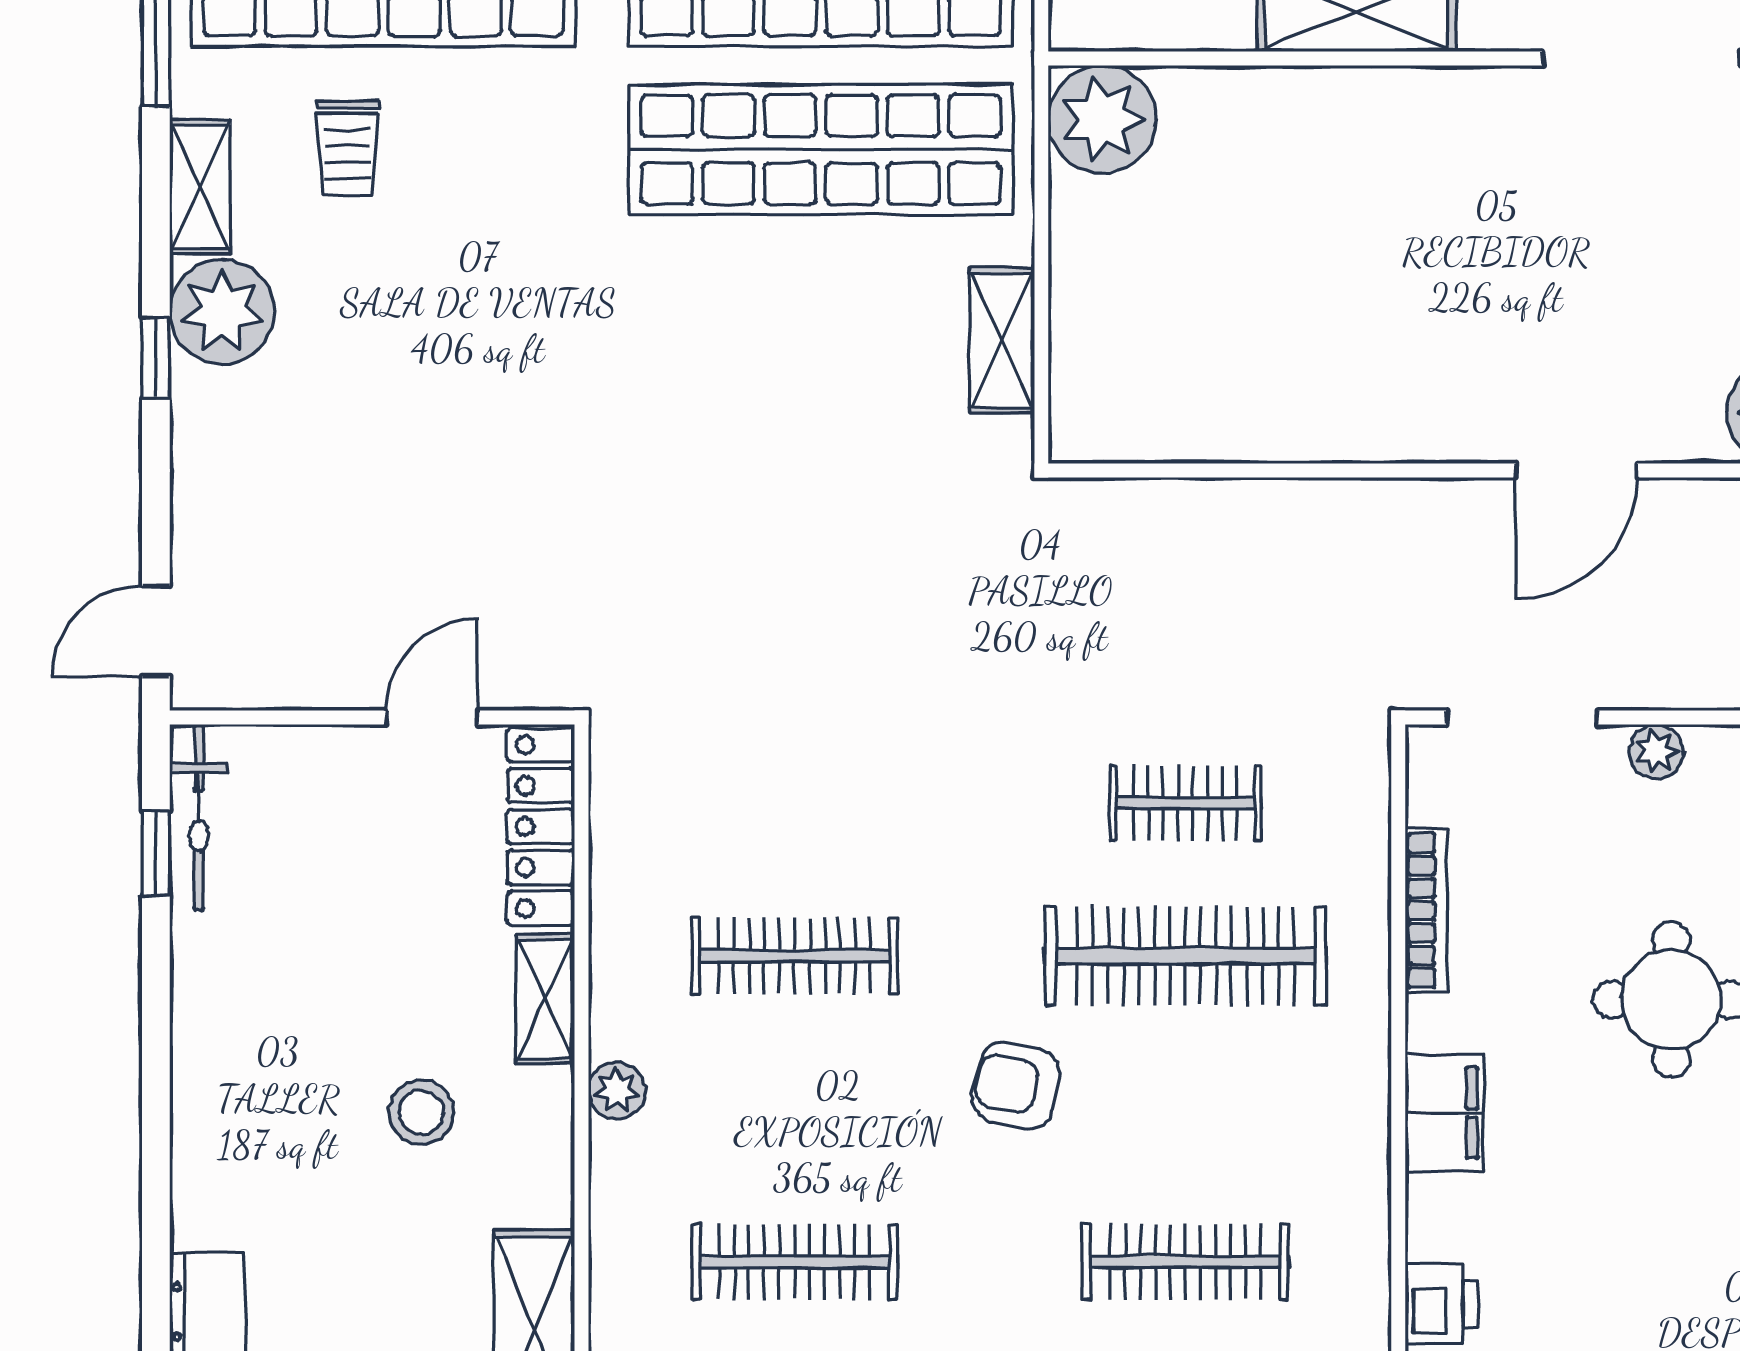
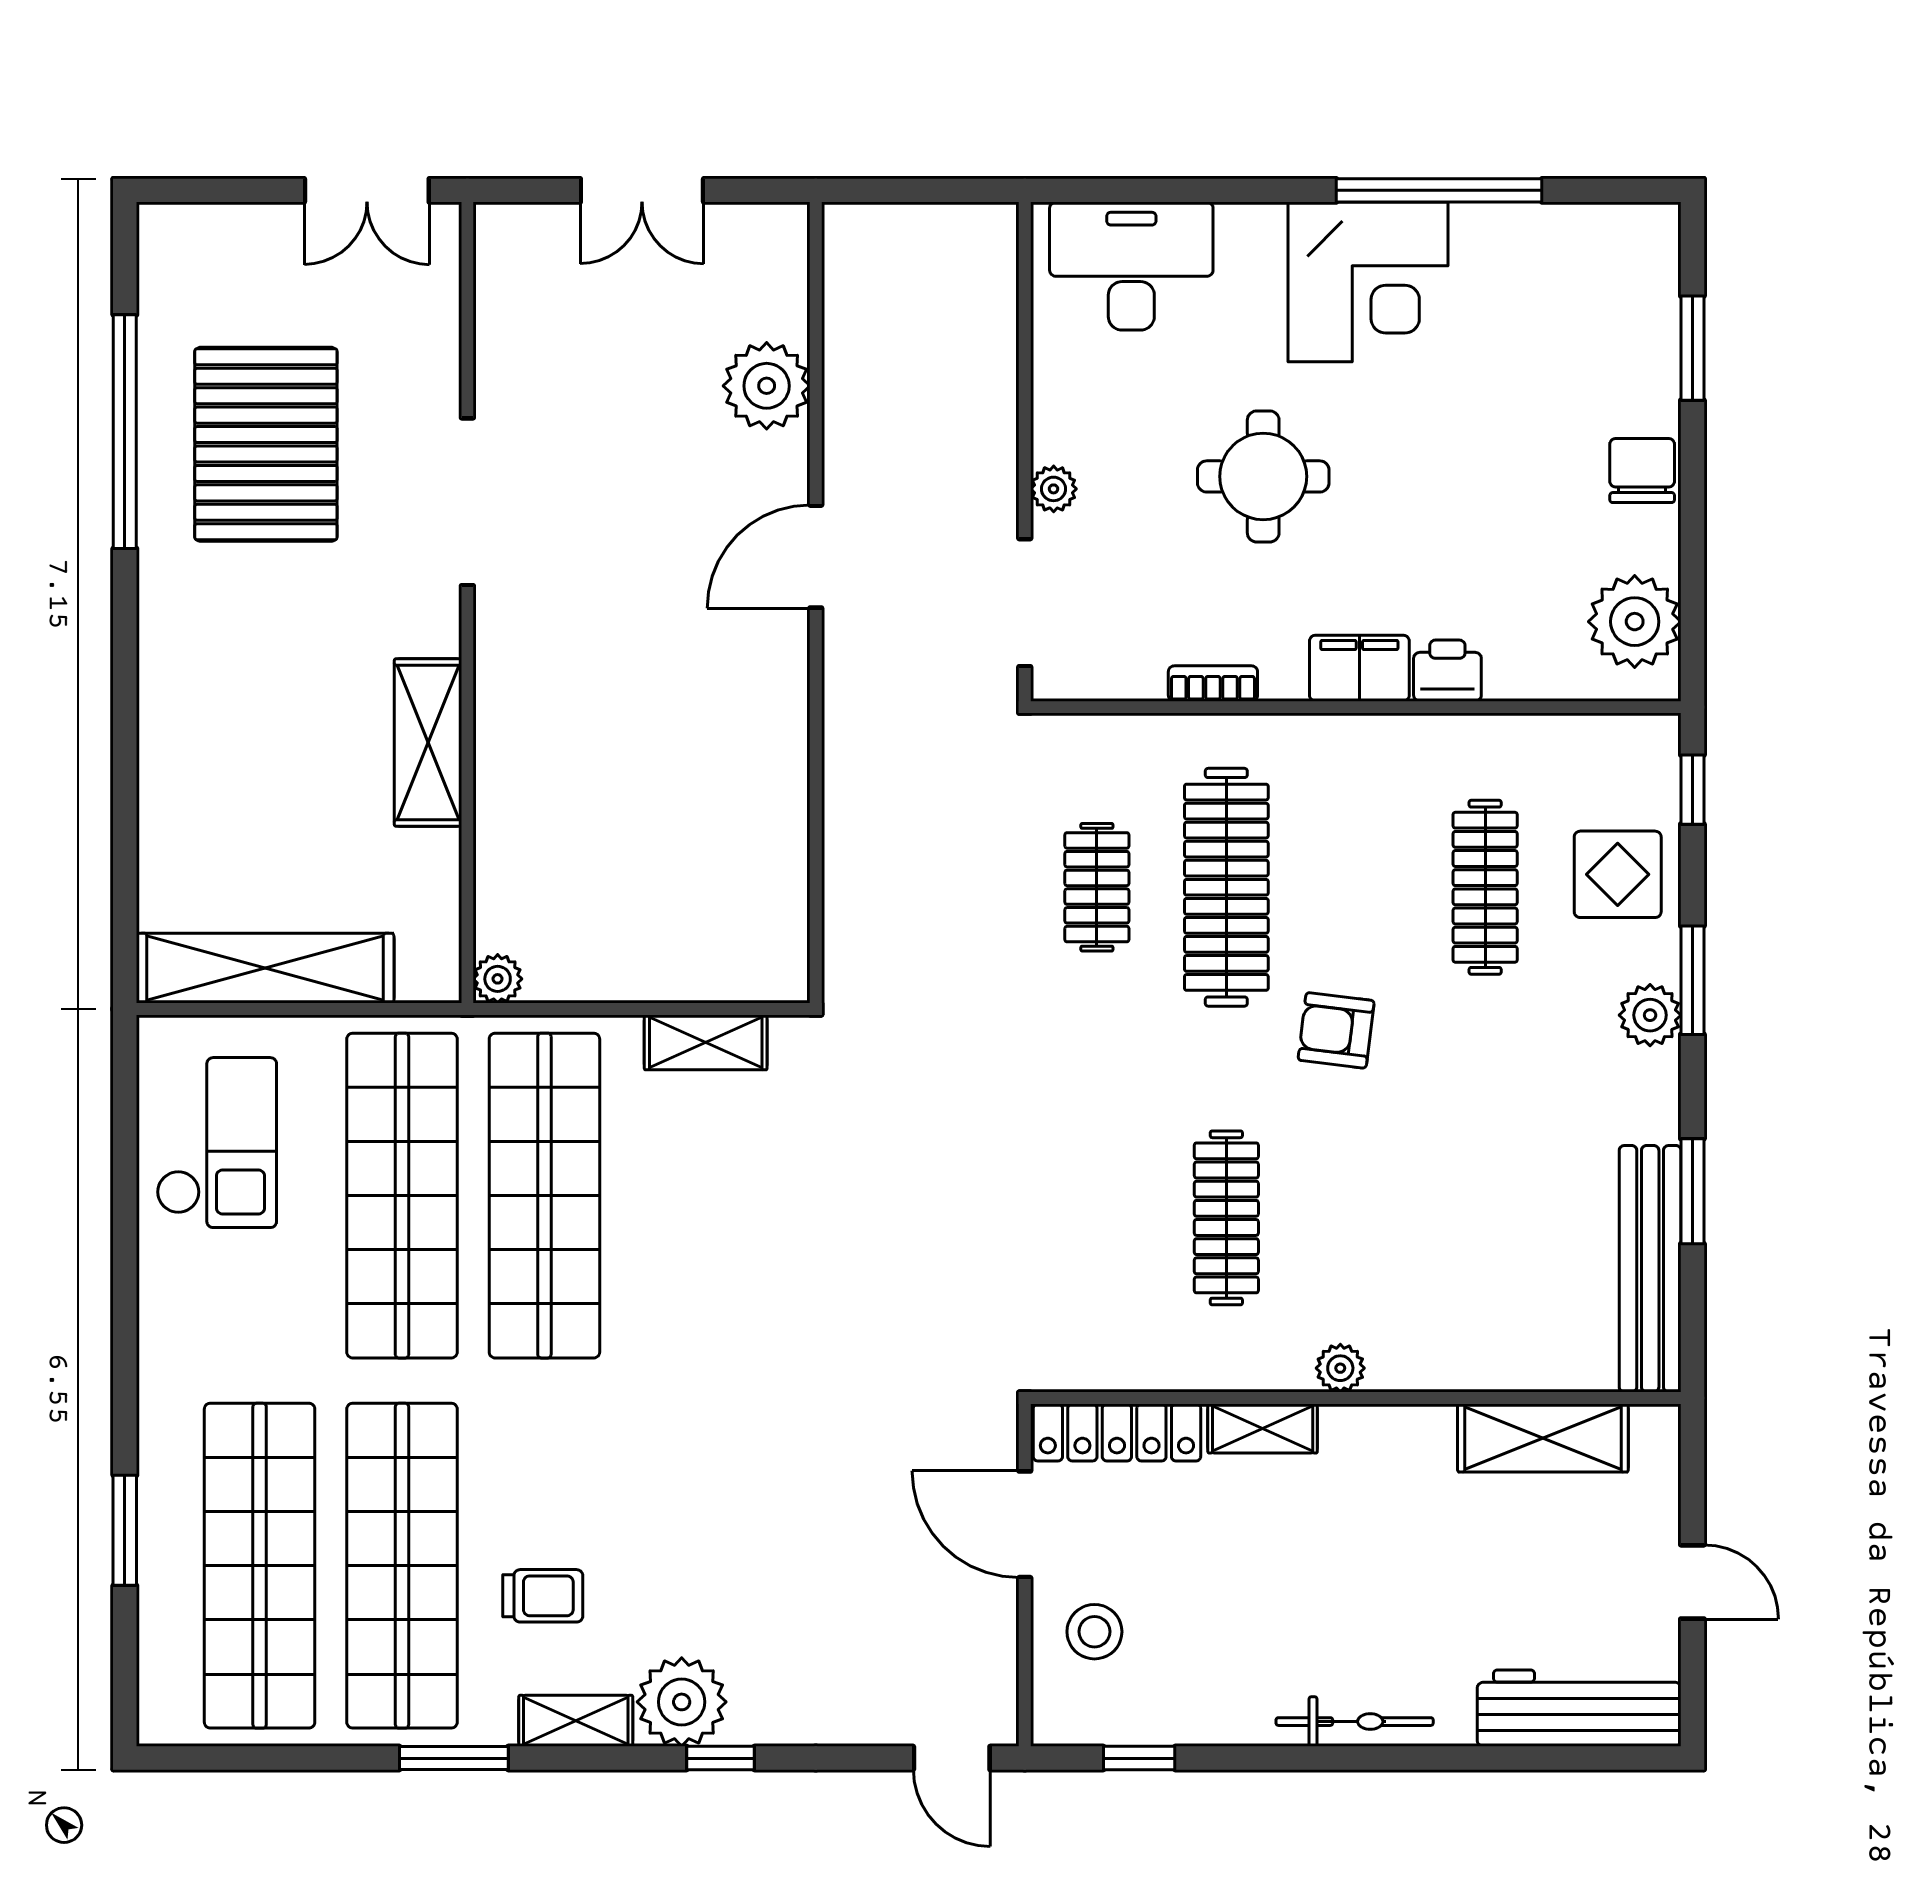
plant: (1102, 119) -> (498, 979), width x0.53, depth x0.53
door: (1576, 470) -> (816, 557), swing flipped
door: (432, 718) -> (1025, 1524), width x1.38
bicycle: (199, 817) -> (1355, 1722), moved
bookcase: (1426, 910) -> (1213, 683), width x0.64
armchair: (1016, 1086) -> (1336, 1030), turned 86
stool: (421, 1112) -> (1094, 1632), moved
clothes rail: (794, 1262) -> (1485, 1218), removed
printer: (1441, 1304) -> (1447, 671), moved

